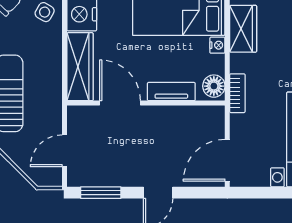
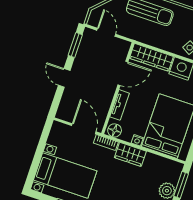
wardrobe: (243, 29) -> (130, 154), moved
door: (227, 160) -> (84, 129), moved

